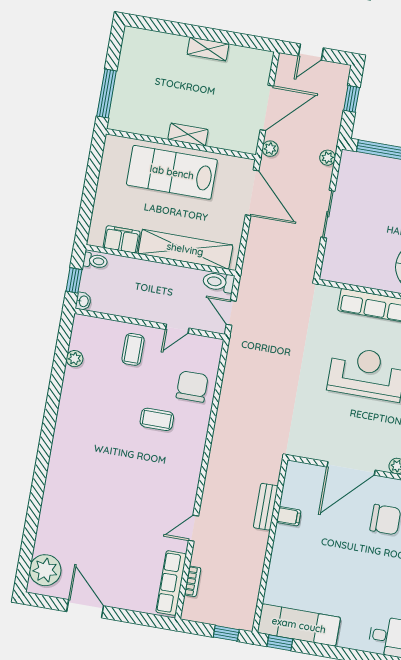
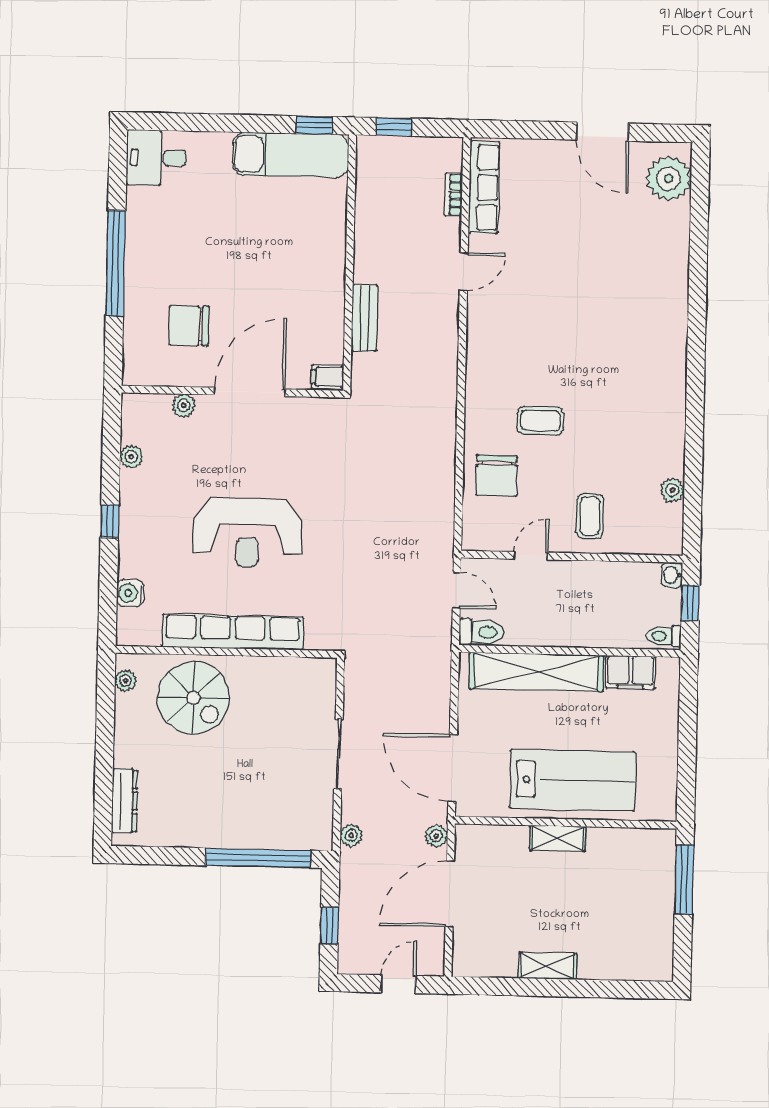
filing cabinet: (289, 516) -> (328, 377), moved

